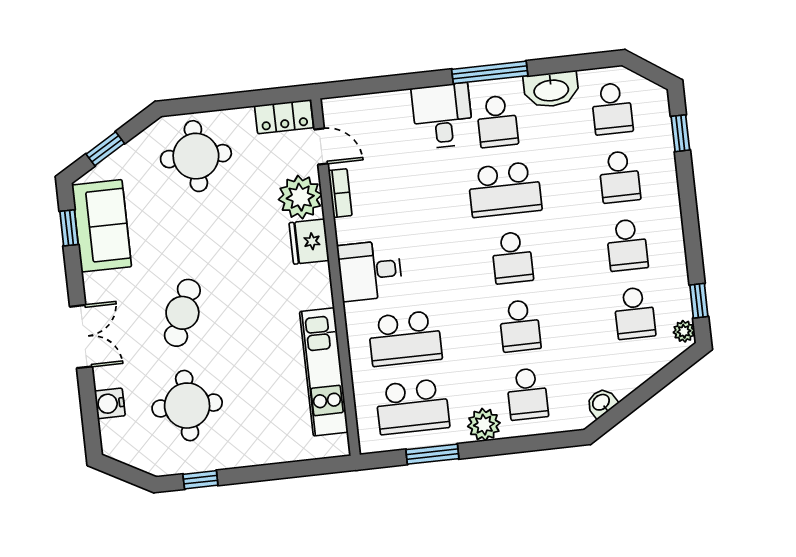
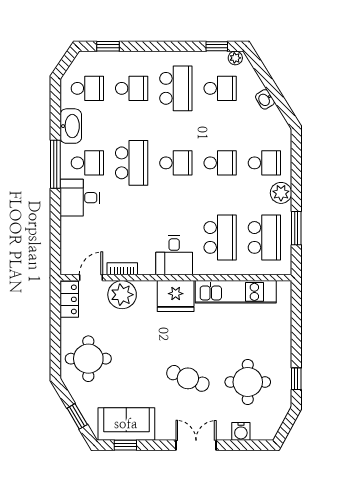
fridge: (309, 242) -> (176, 296), moved, width x1.36, depth x1.34
school desk: (627, 245) -> (176, 88), width x1.85
washbasin: (601, 403) -> (265, 99), moved

